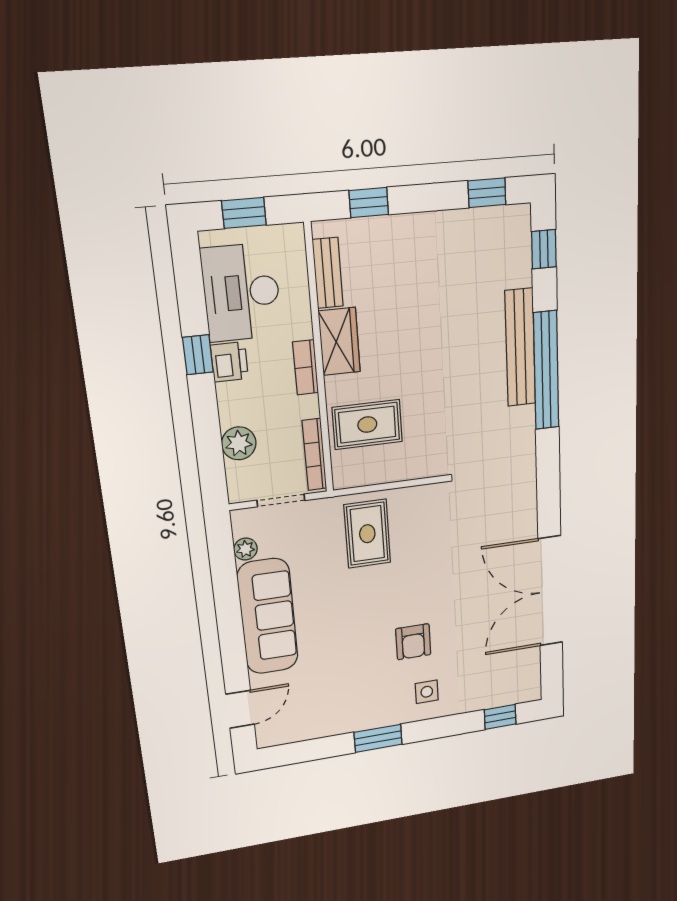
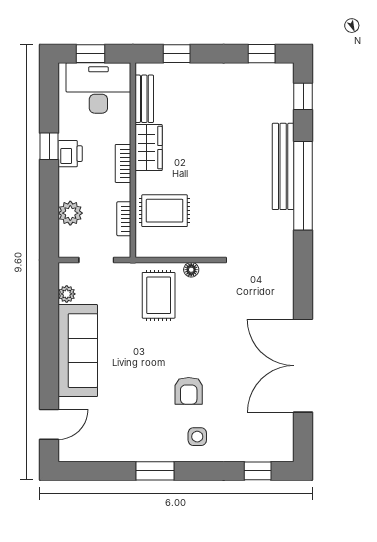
desk: (241, 292) -> (98, 88), moved, turned 90
bookcase: (314, 454) -> (124, 219), width x0.64
floor lamp: (407, 496) -> (191, 270), added

